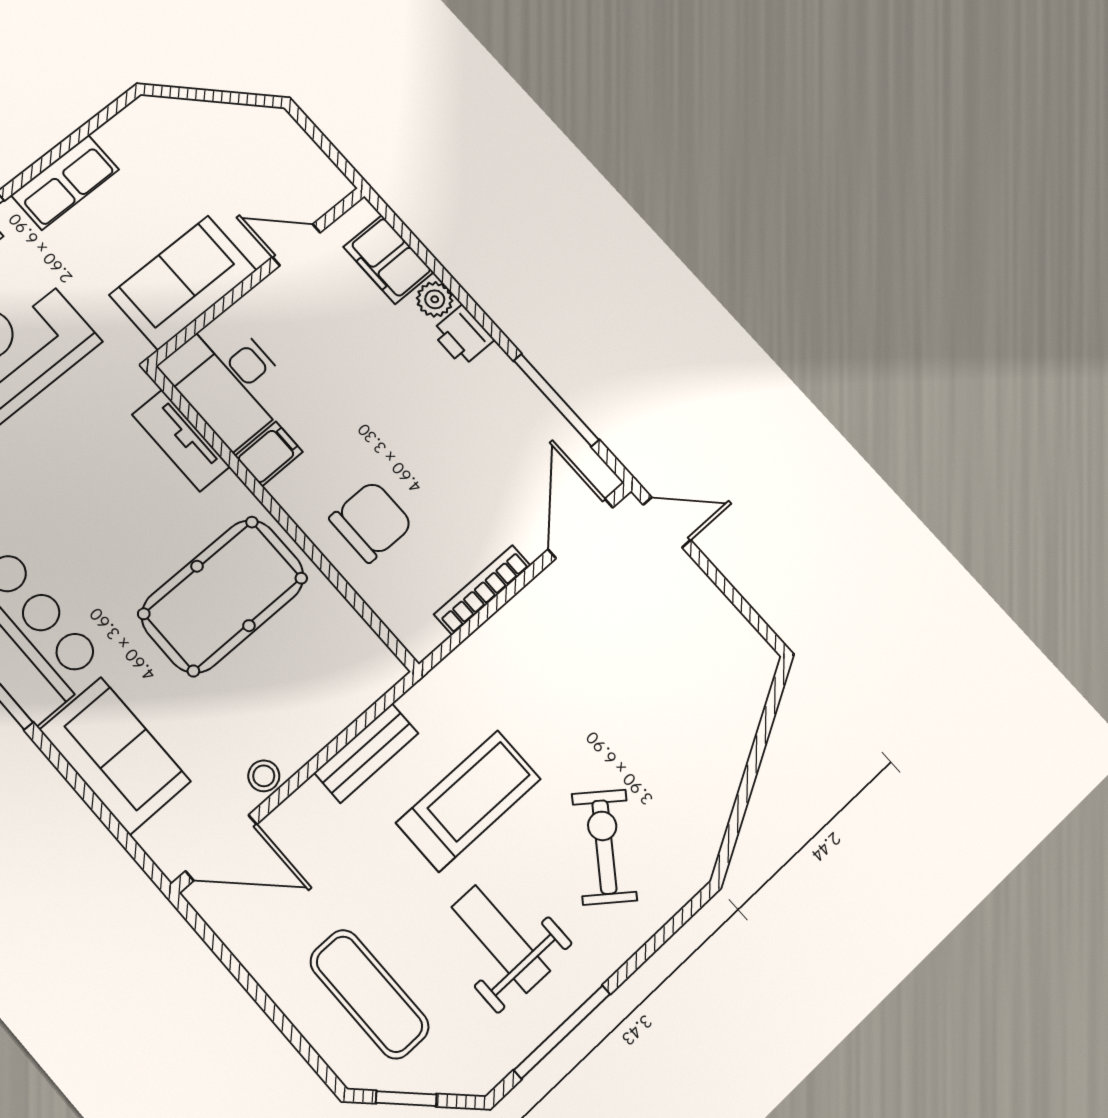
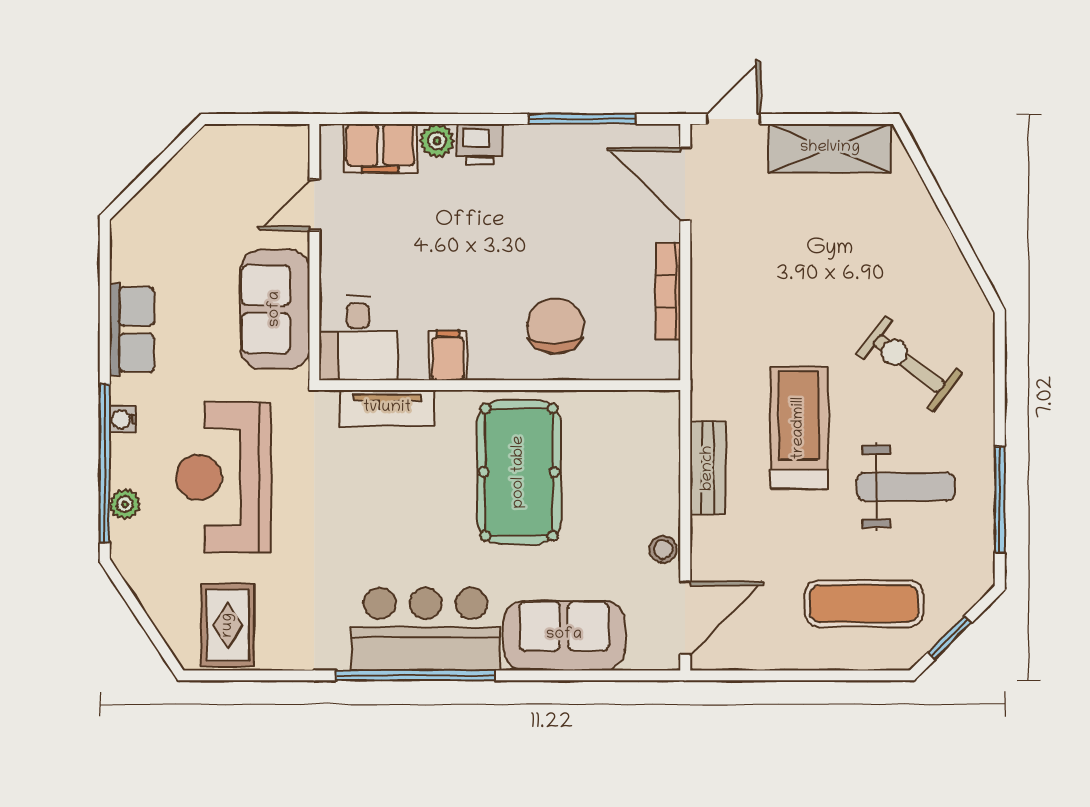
desk: (229, 381) -> (358, 338), width x0.73
shelving: (715, 622) -> (830, 148), added
weight bench: (501, 939) -> (906, 487), turned 180

